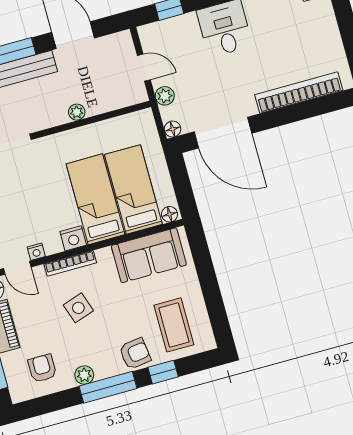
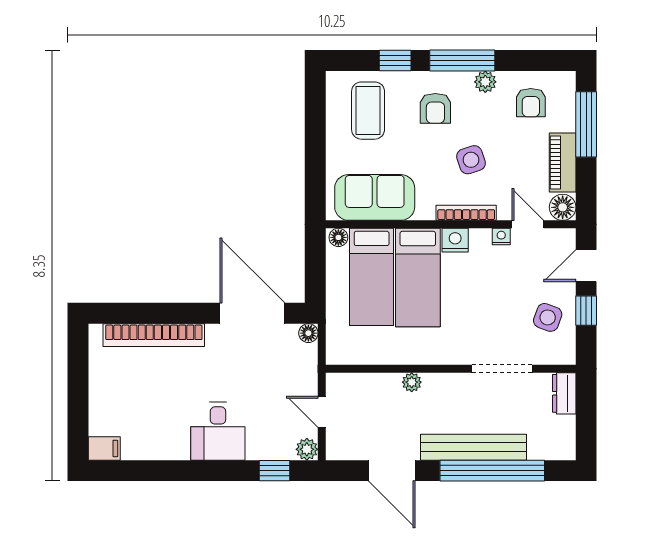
plant: (165, 96) -> (307, 449), moved
armchair: (135, 354) -> (435, 108), moved, turned -82

